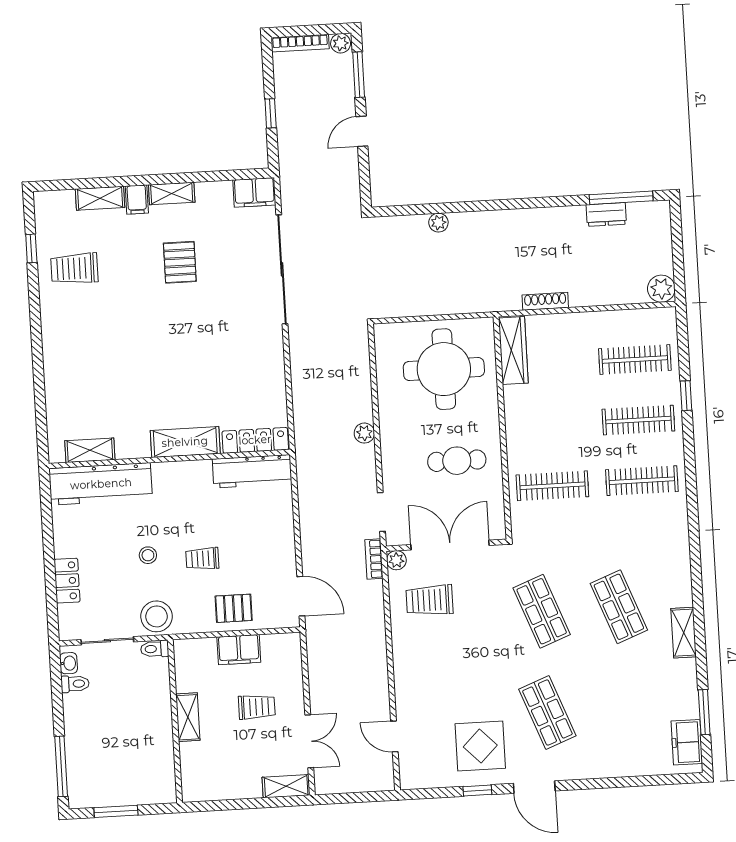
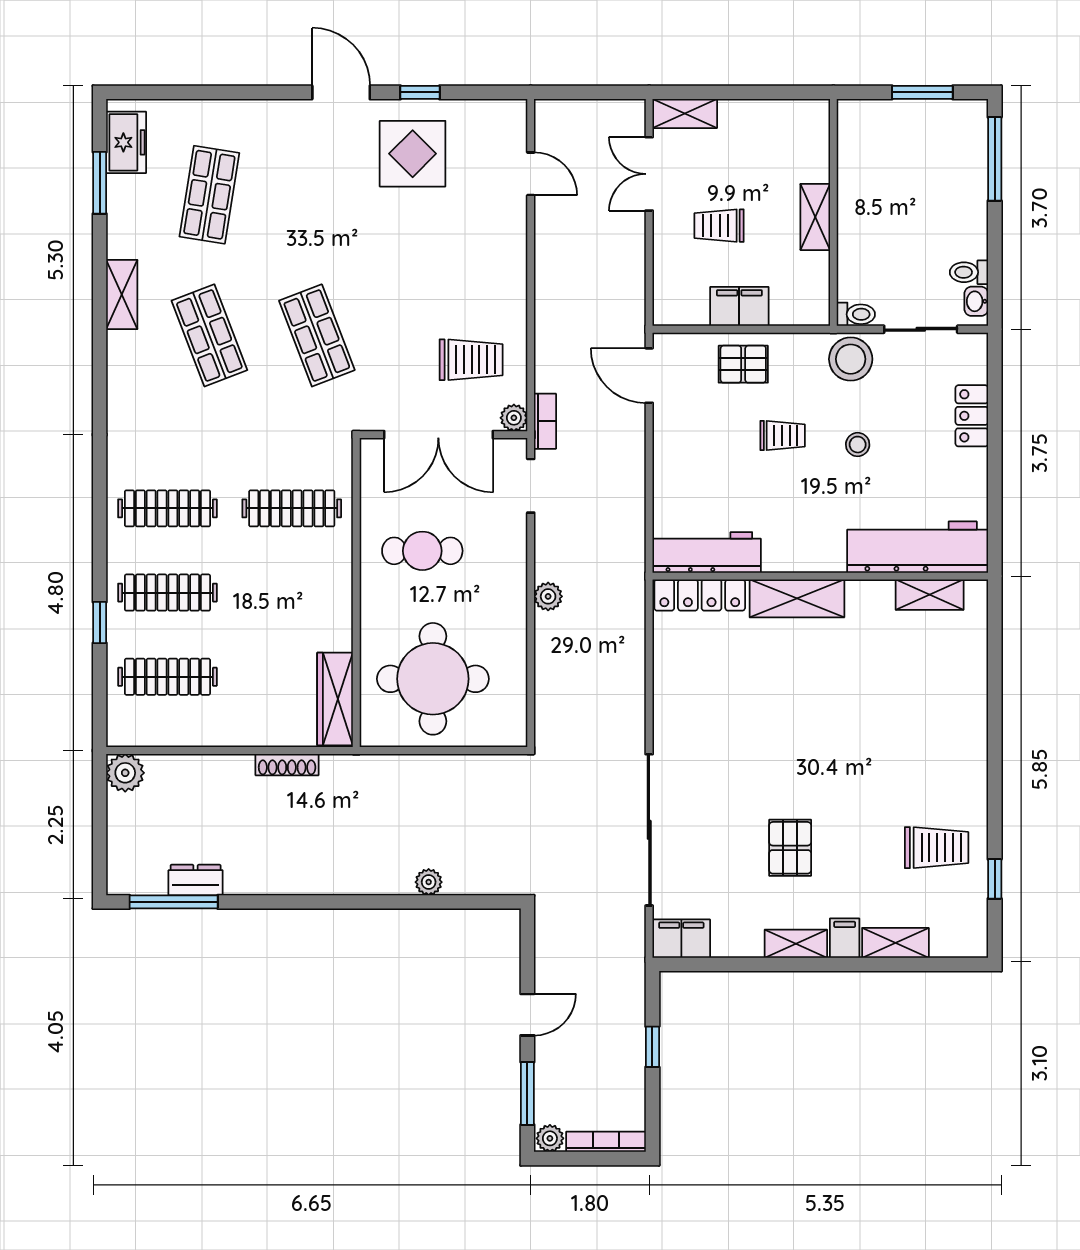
shop shelf: (547, 712) -> (209, 195), moved, turned 30

